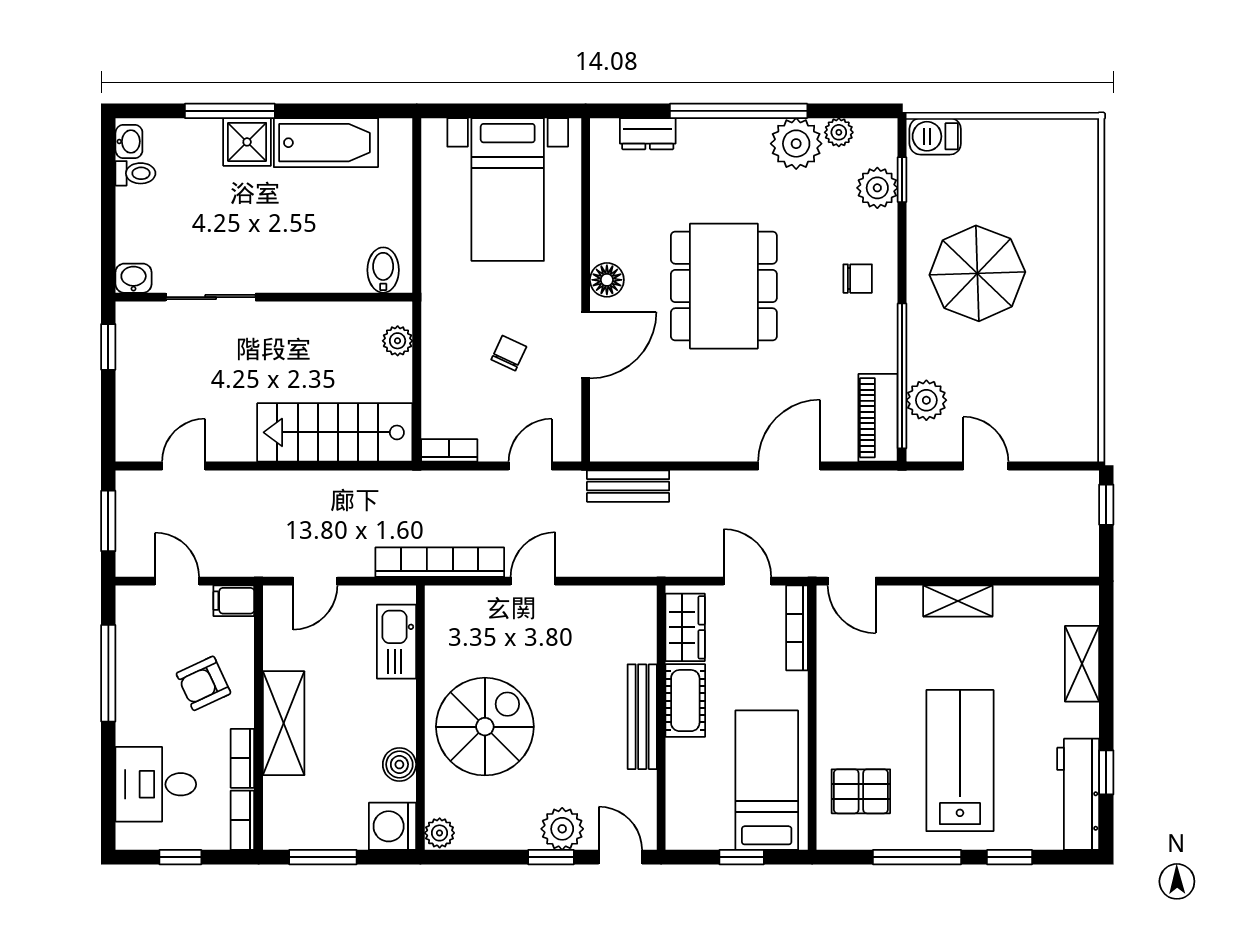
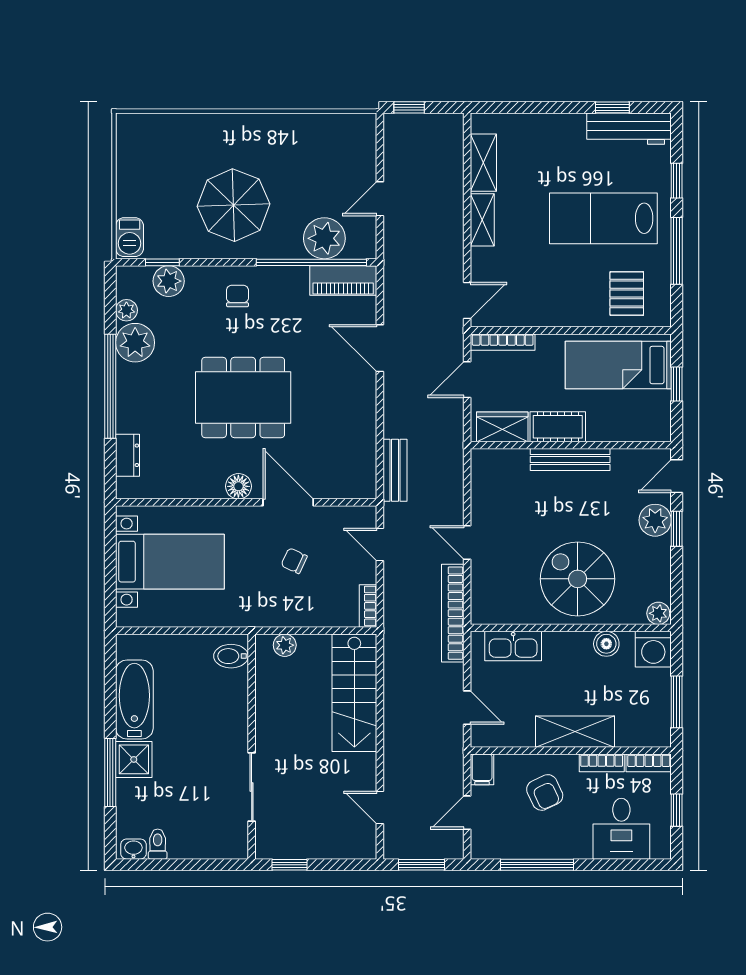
washbasin: (134, 278) -> (237, 846), removed
plant: (926, 400) -> (324, 238), width x1.36, depth x1.36
shelving: (1082, 664) -> (483, 163), moved, turned 90

